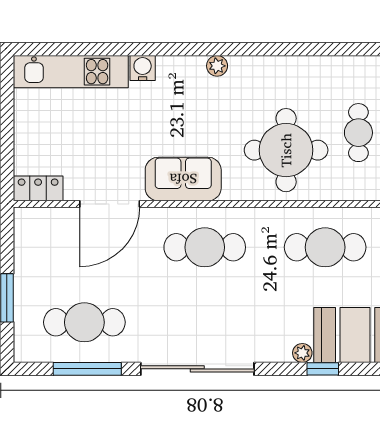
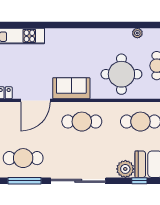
plant: (217, 66) -> (137, 33), moved
water cooler: (143, 68) -> (52, 34), removed
plant: (302, 353) -> (125, 169), width x1.88, depth x1.88

